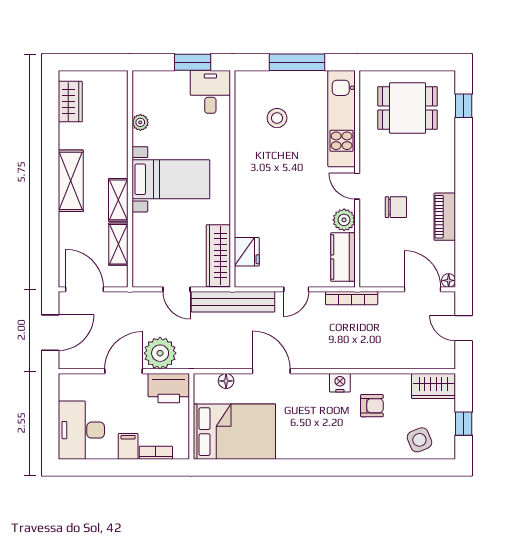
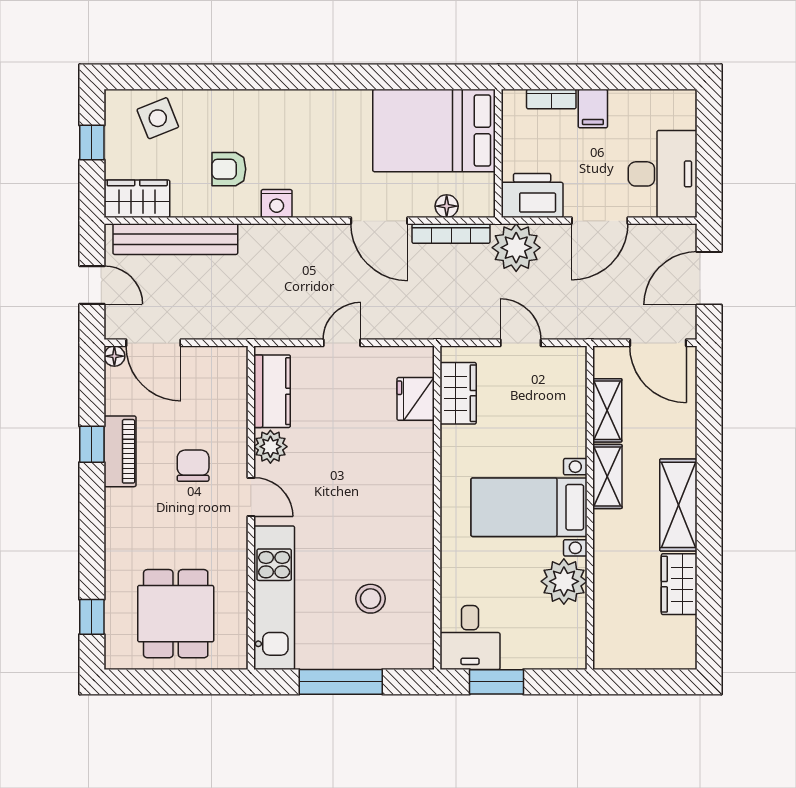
wardrobe: (70, 102) -> (679, 584), moved
dining table: (408, 108) -> (176, 614), turned 90
plant: (140, 122) -> (564, 581), width x1.87, depth x1.87
chair: (396, 207) -> (193, 466), turned 90
window: (464, 221) -> (92, 444), added
wardrobe: (218, 256) -> (458, 393), width x0.67
bookcase: (352, 298) -> (451, 234), moved, turned 180
bench: (233, 302) -> (175, 239), moved
plant: (160, 353) -> (516, 248), moved
desk: (81, 430) -> (663, 174), moved

